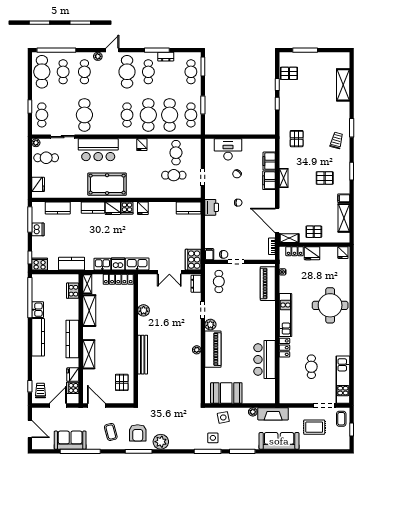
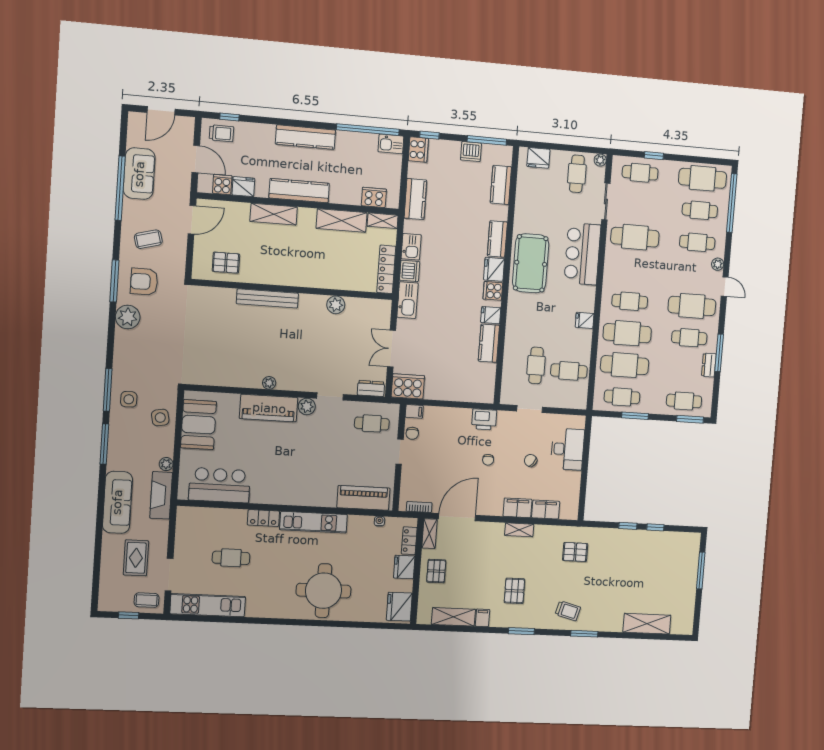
pallet: (289, 73) -> (670, 545), removed
kitchen counter: (189, 208) -> (489, 343), moved
fridge: (343, 253) -> (399, 607), width x1.88, depth x1.34
kitchen sink: (38, 310) -> (391, 144), moved
bar counter: (265, 359) -> (220, 485), moved

